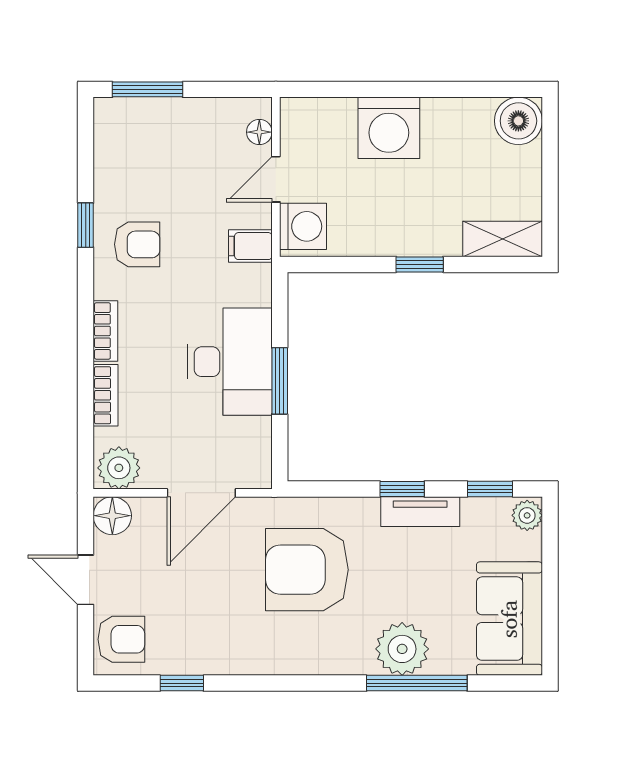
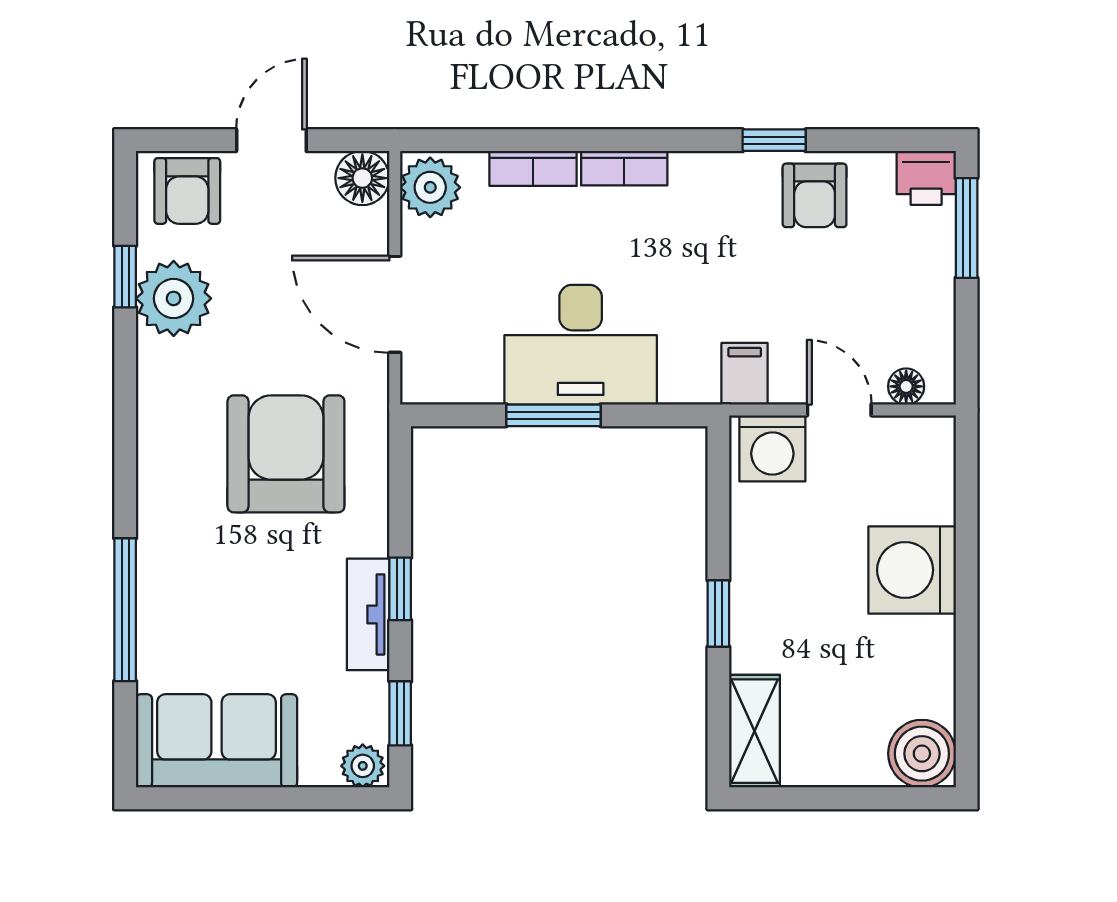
printer: (112, 118) -> (926, 178), added
armchair: (137, 244) -> (815, 195), moved
plant: (402, 649) -> (174, 298), moved

